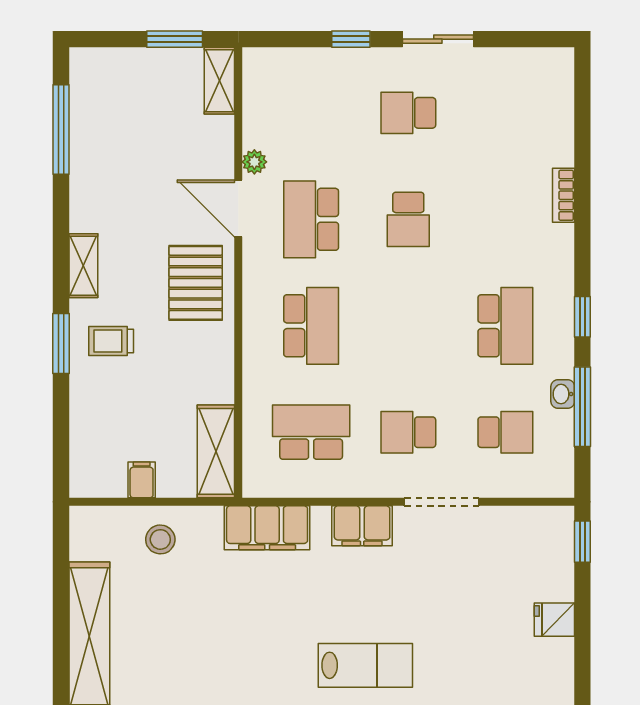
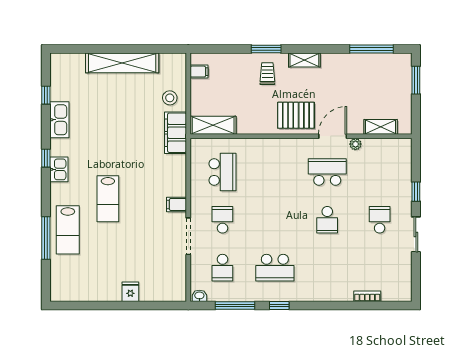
window: (175, 39) -> (416, 80), moved
shelving: (219, 81) -> (381, 127), moved
bookcase: (564, 195) -> (367, 296), moved
school desk: (408, 219) -> (327, 220), turned -90
school desk: (311, 326) -> (275, 172), removed
washbasin: (563, 394) -> (199, 296), moved
filing cabinet: (142, 480) -> (199, 72), moved
filing cabinet: (362, 526) -> (177, 204), width x0.50
filing cabinet: (267, 528) -> (176, 133), moved
window: (582, 542) -> (169, 305), removed

